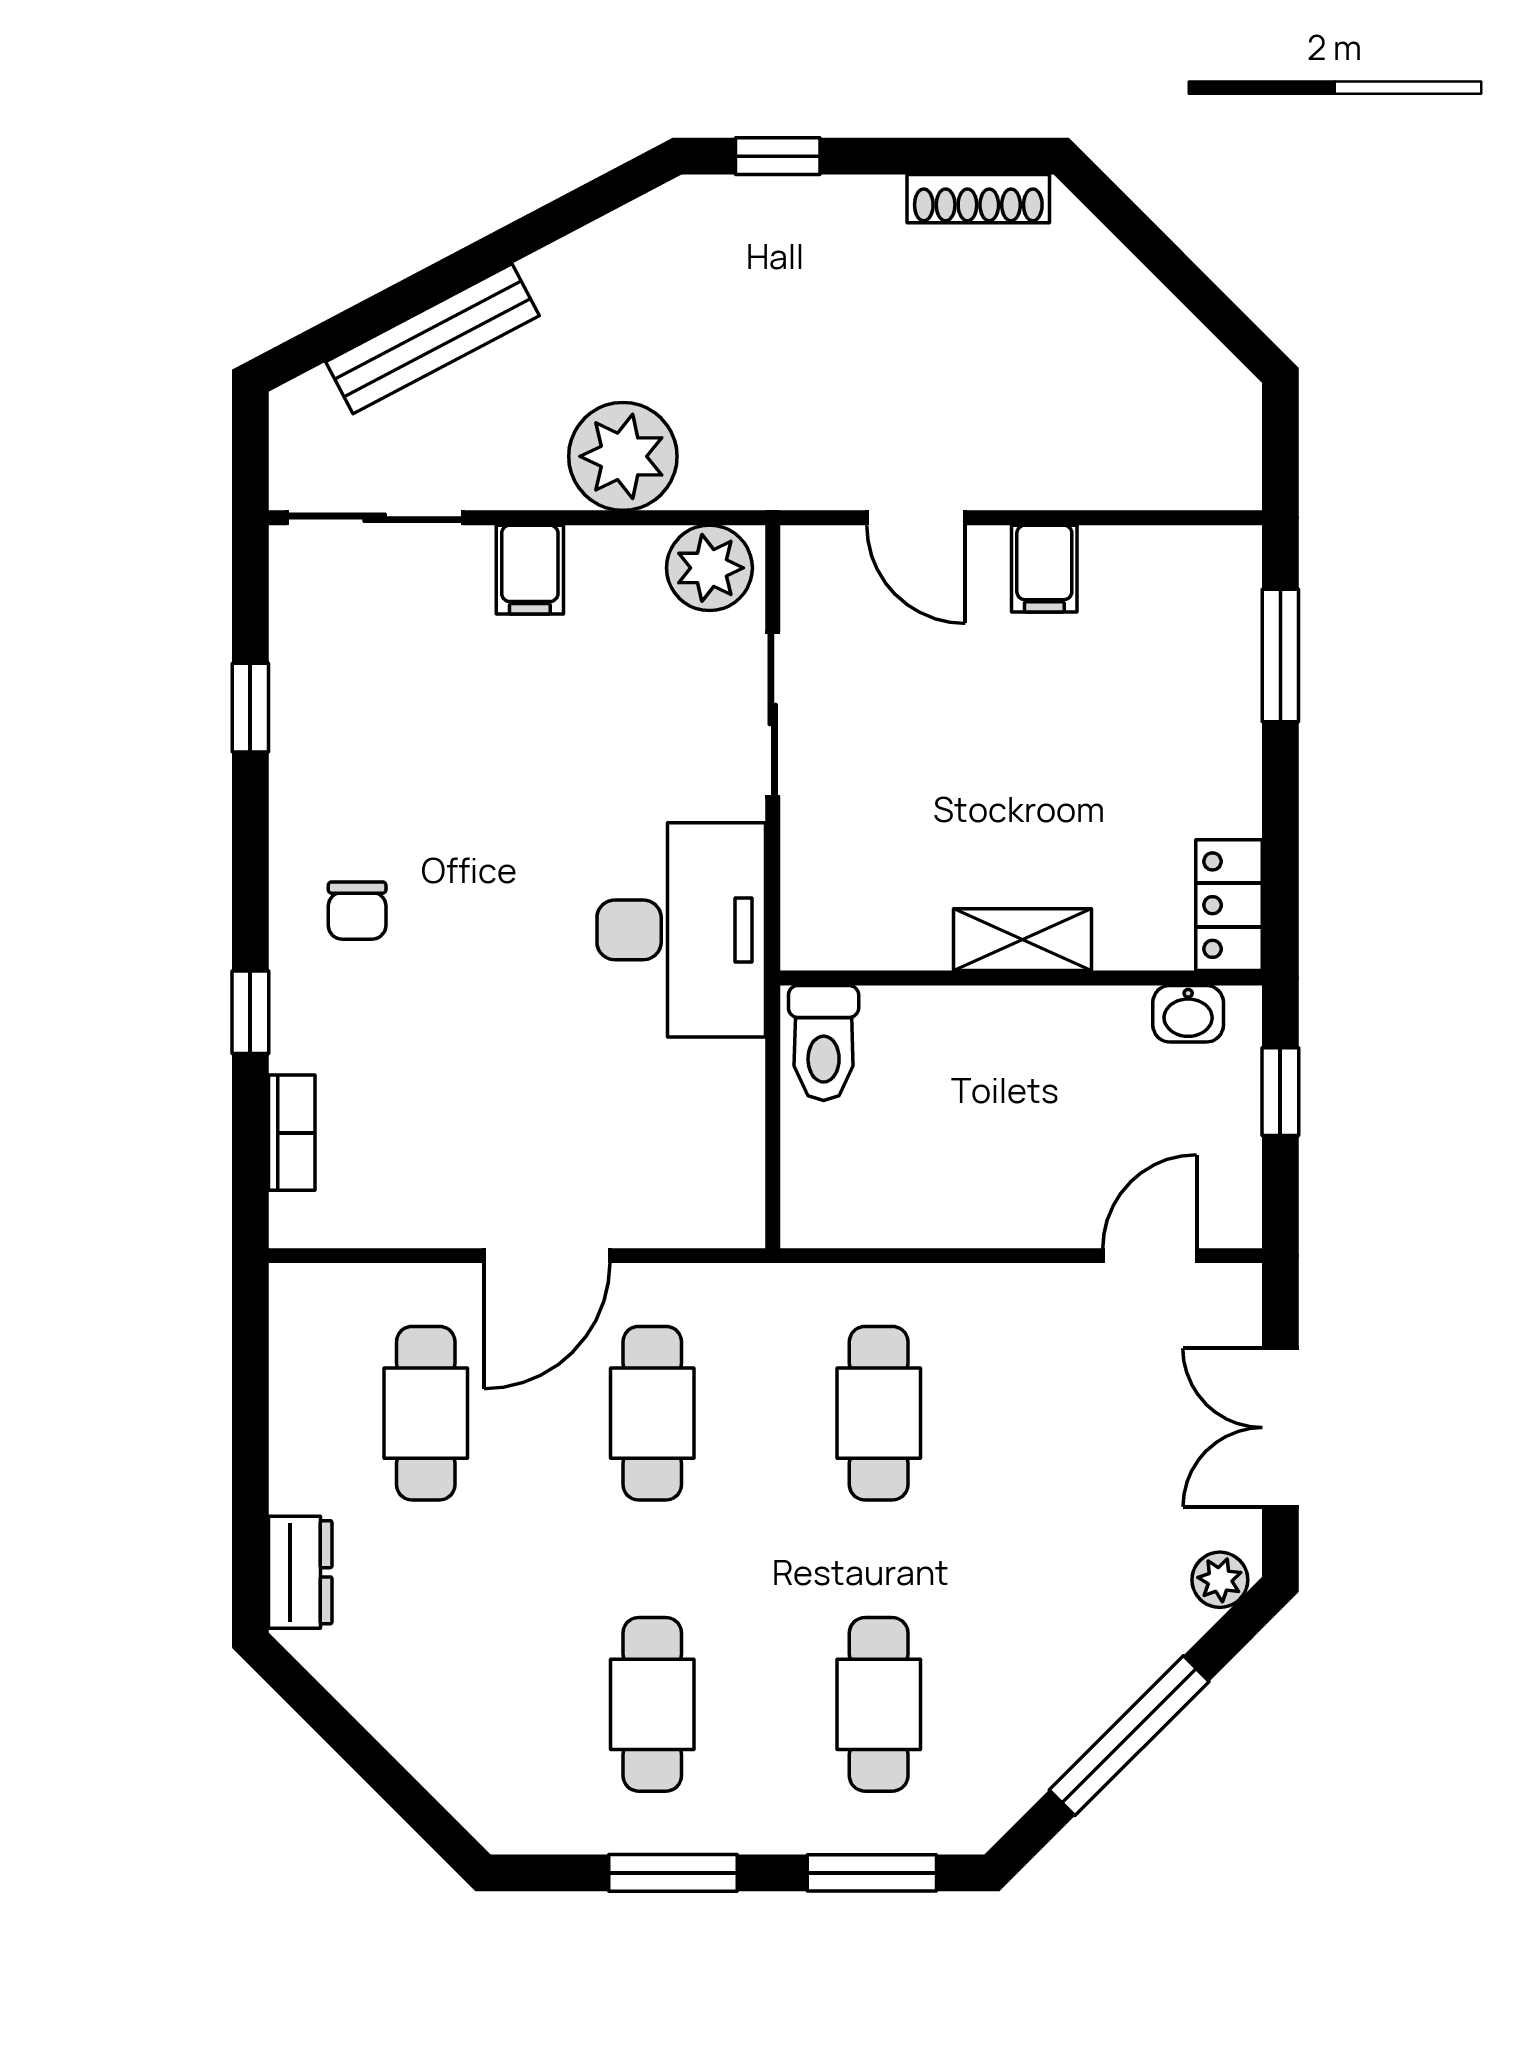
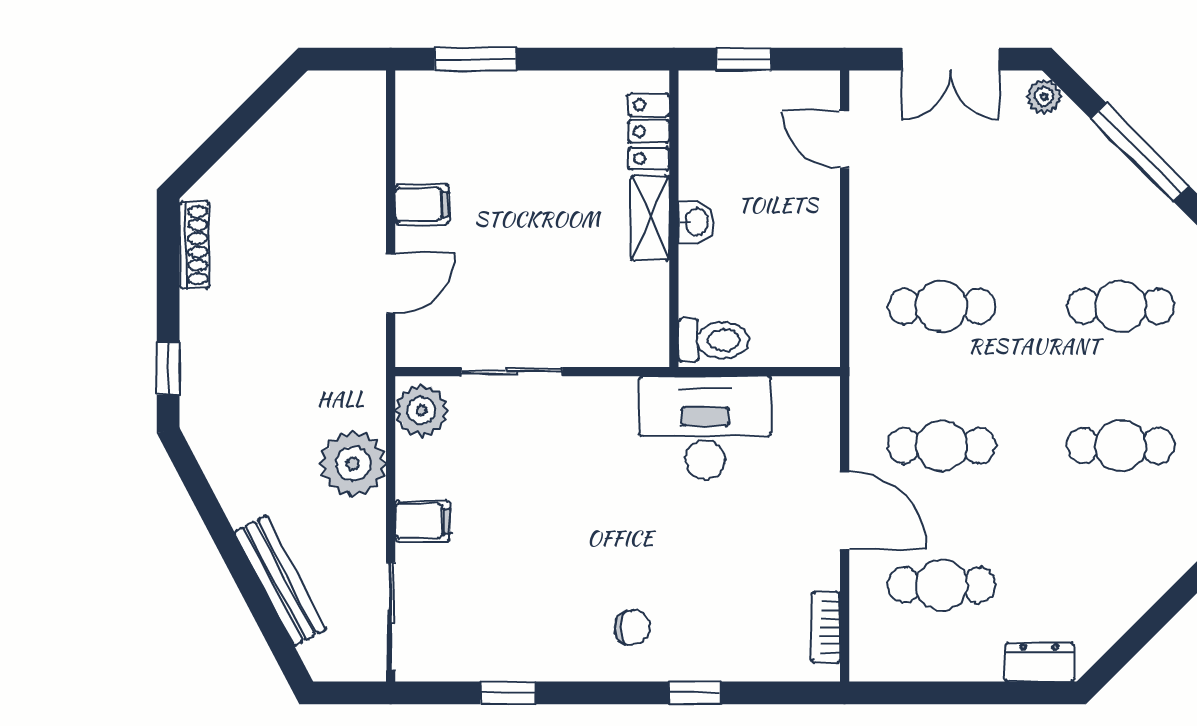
locker: (1229, 905) -> (649, 132), moved, turned 90
desk: (681, 930) -> (705, 428), moved
washbasin: (1188, 1014) -> (696, 222), moved
bookcase: (292, 1133) -> (826, 627), moved, turned -90

